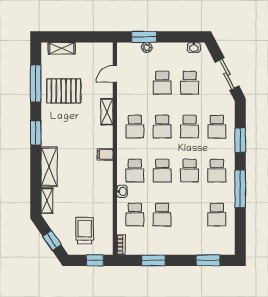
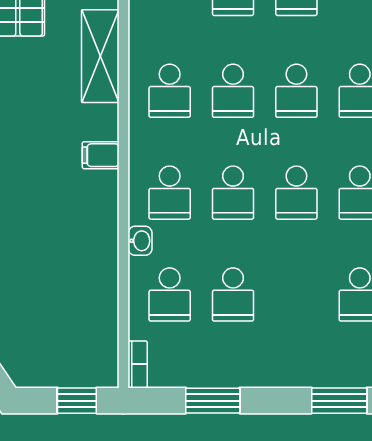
shelving: (107, 112) -> (100, 56), width x1.50, depth x1.33
trolley: (85, 231) -> (53, 332), removed

